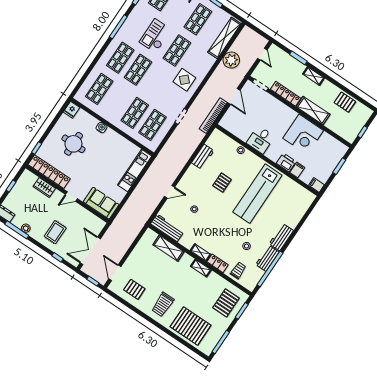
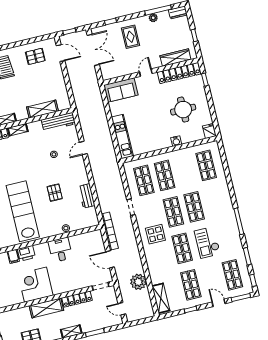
checkout: (155, 36) -> (207, 242), turned 180
shelving: (224, 38) -> (161, 298), width x0.68
shop shelf: (120, 58) -> (173, 212), moved
wardrobe: (44, 187) -> (175, 58), width x1.50

